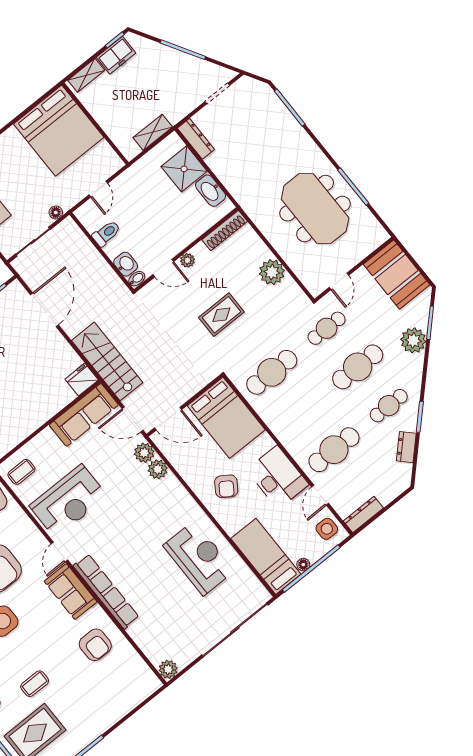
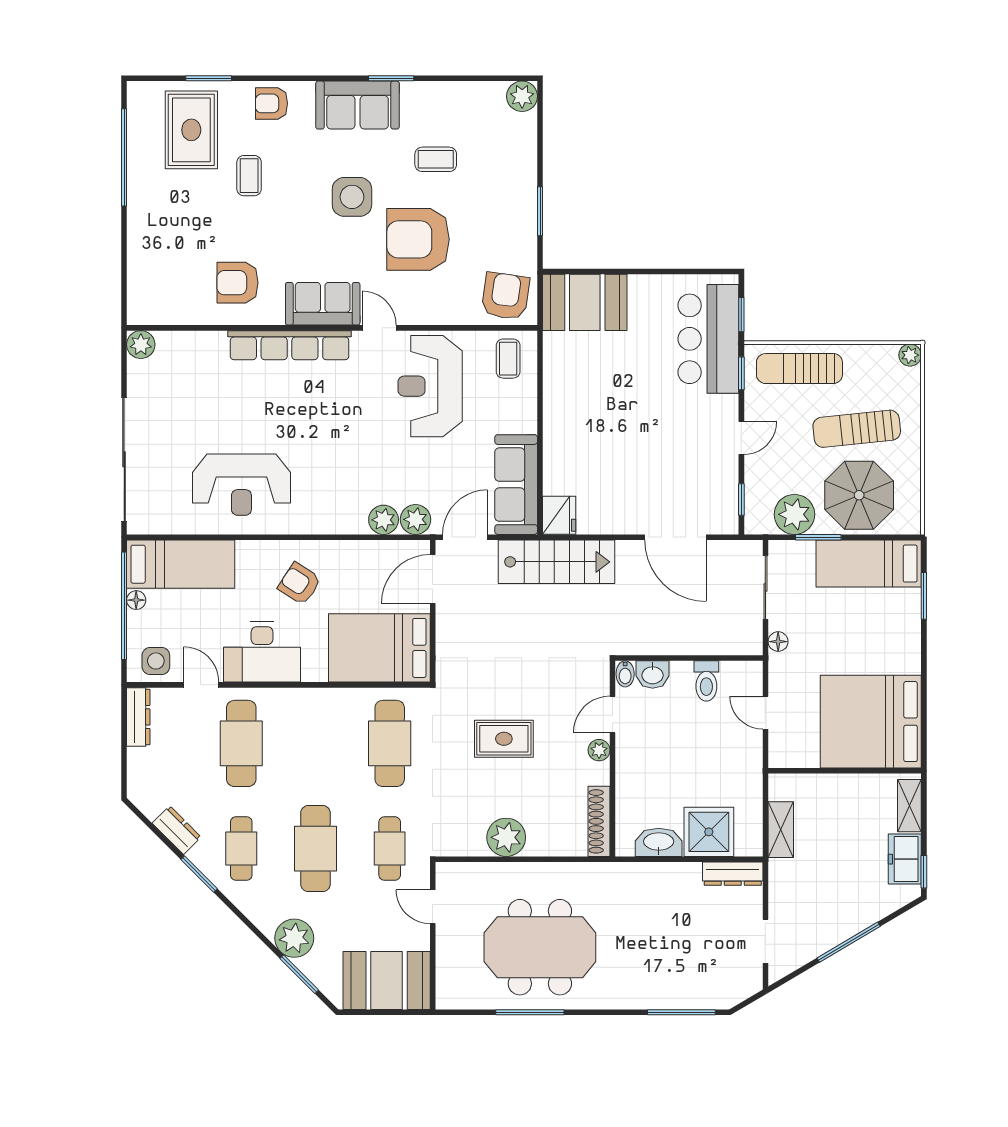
rug: (221, 315) -> (504, 739), turned 90

